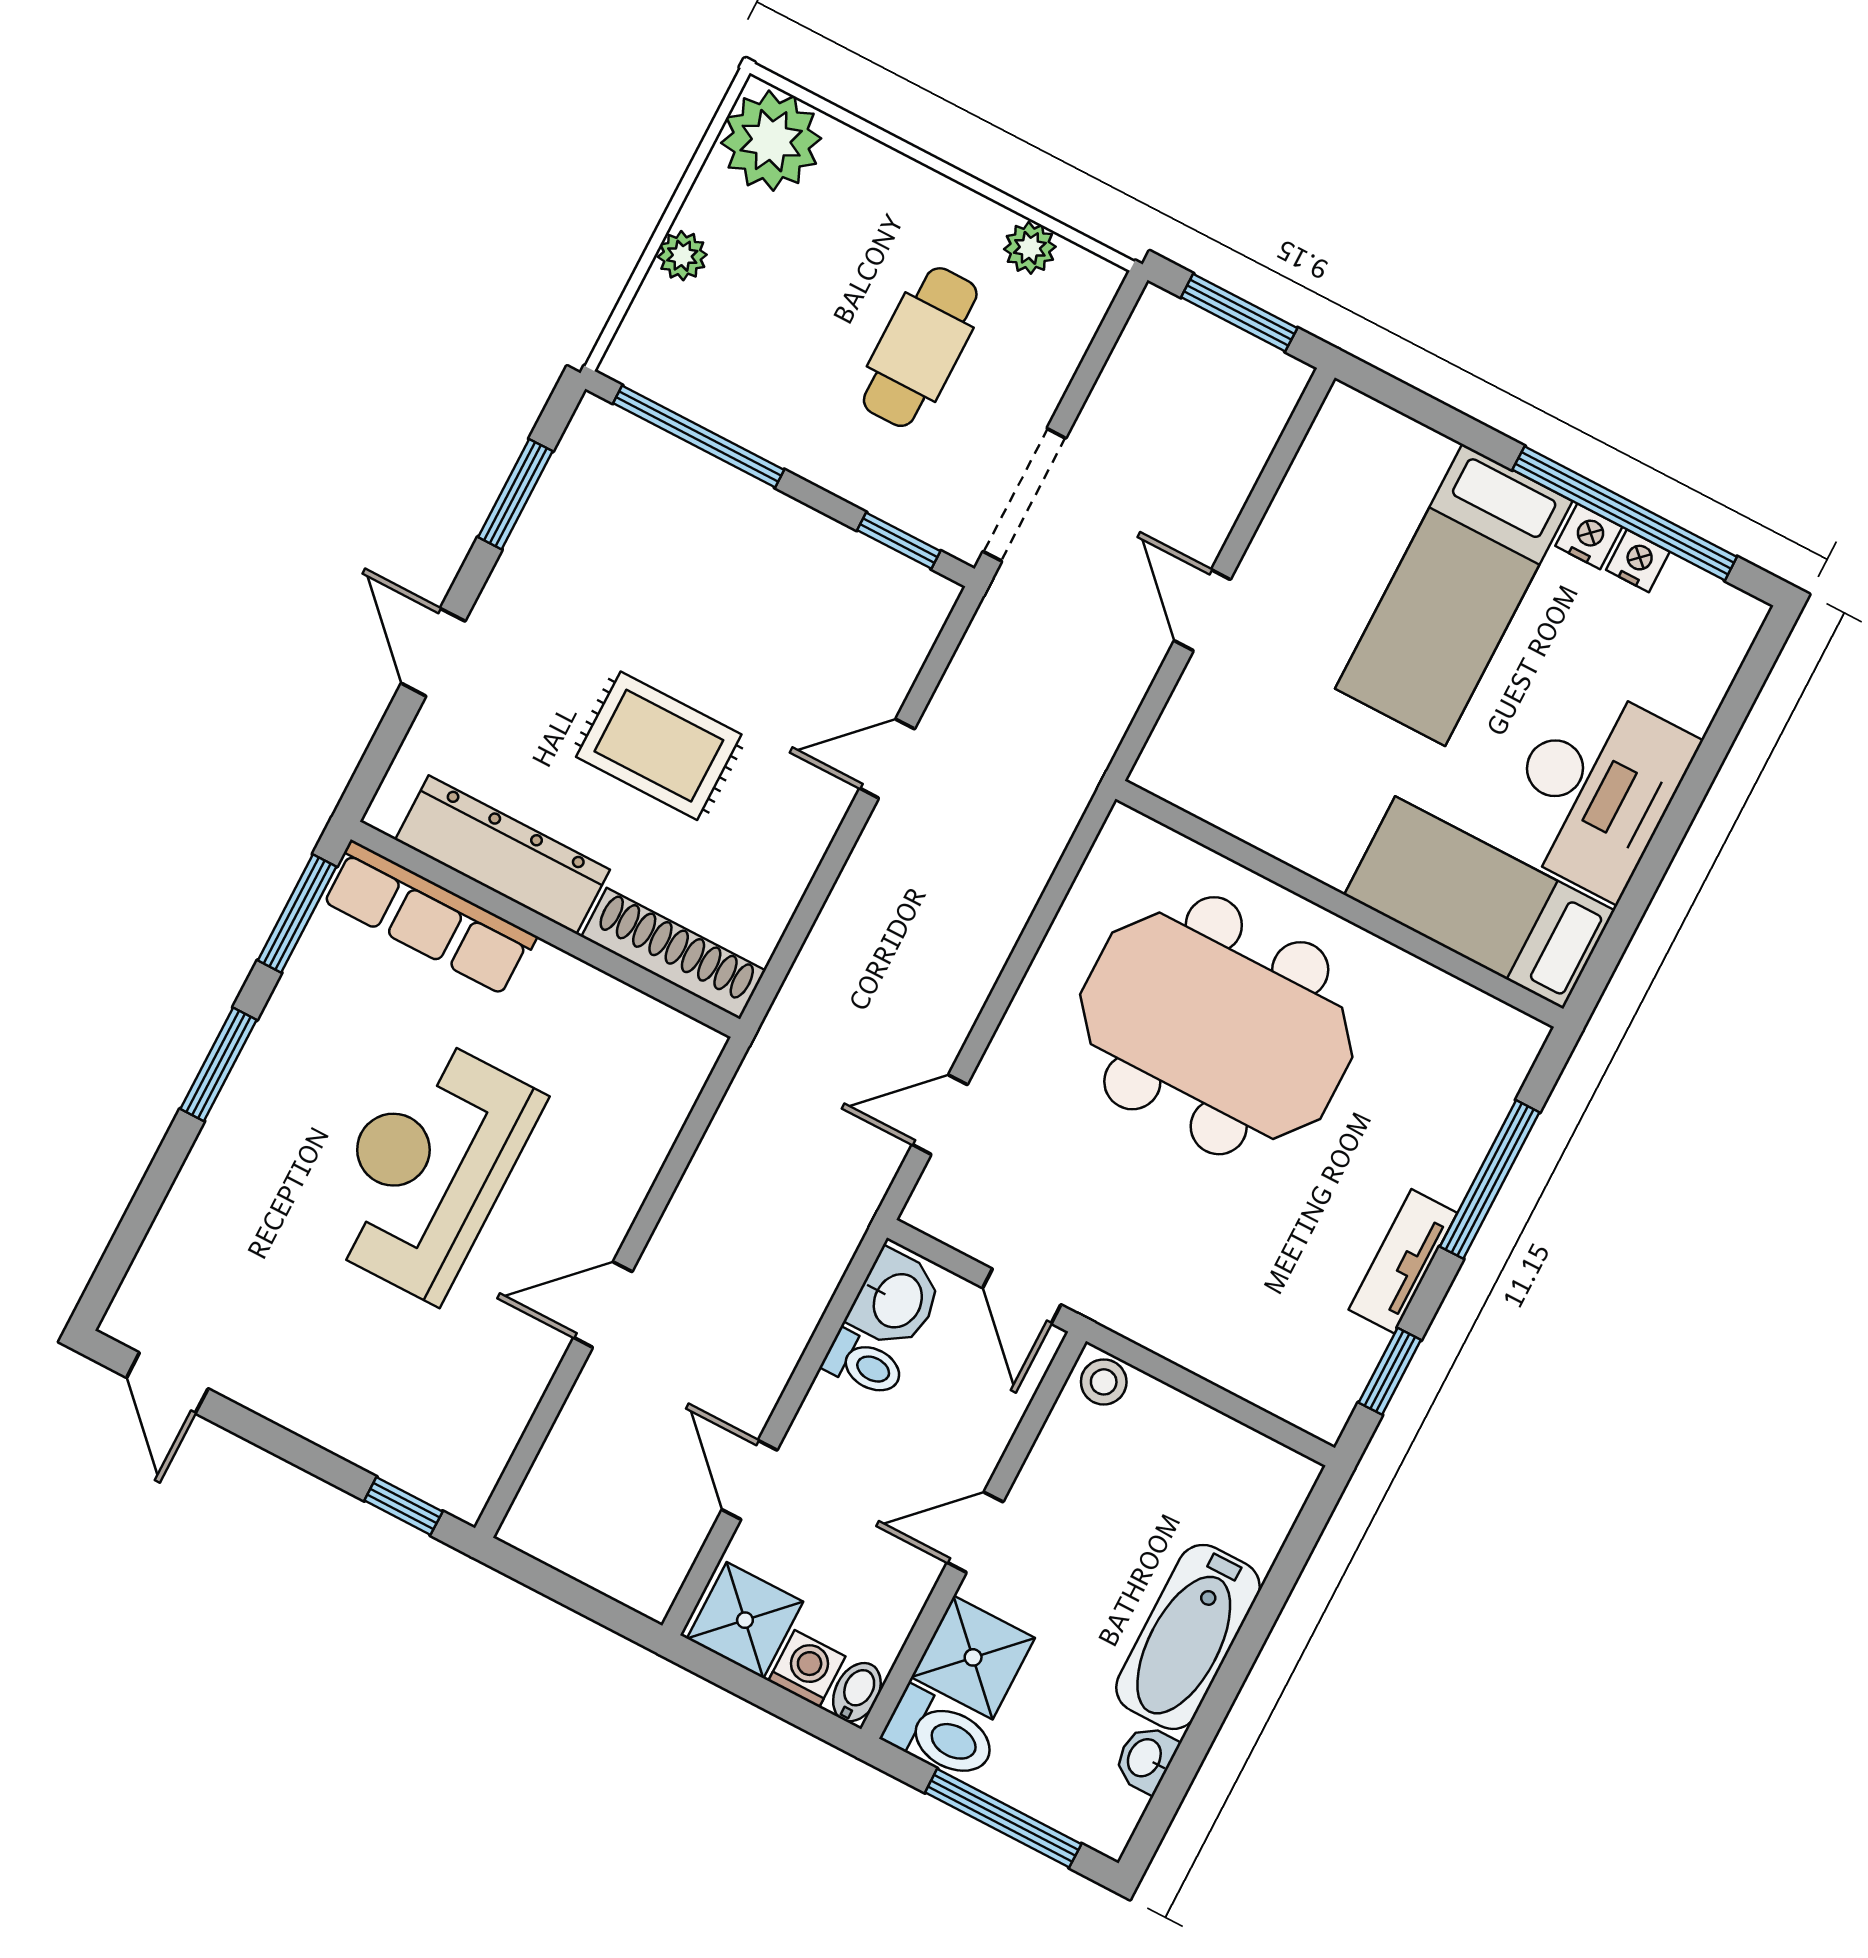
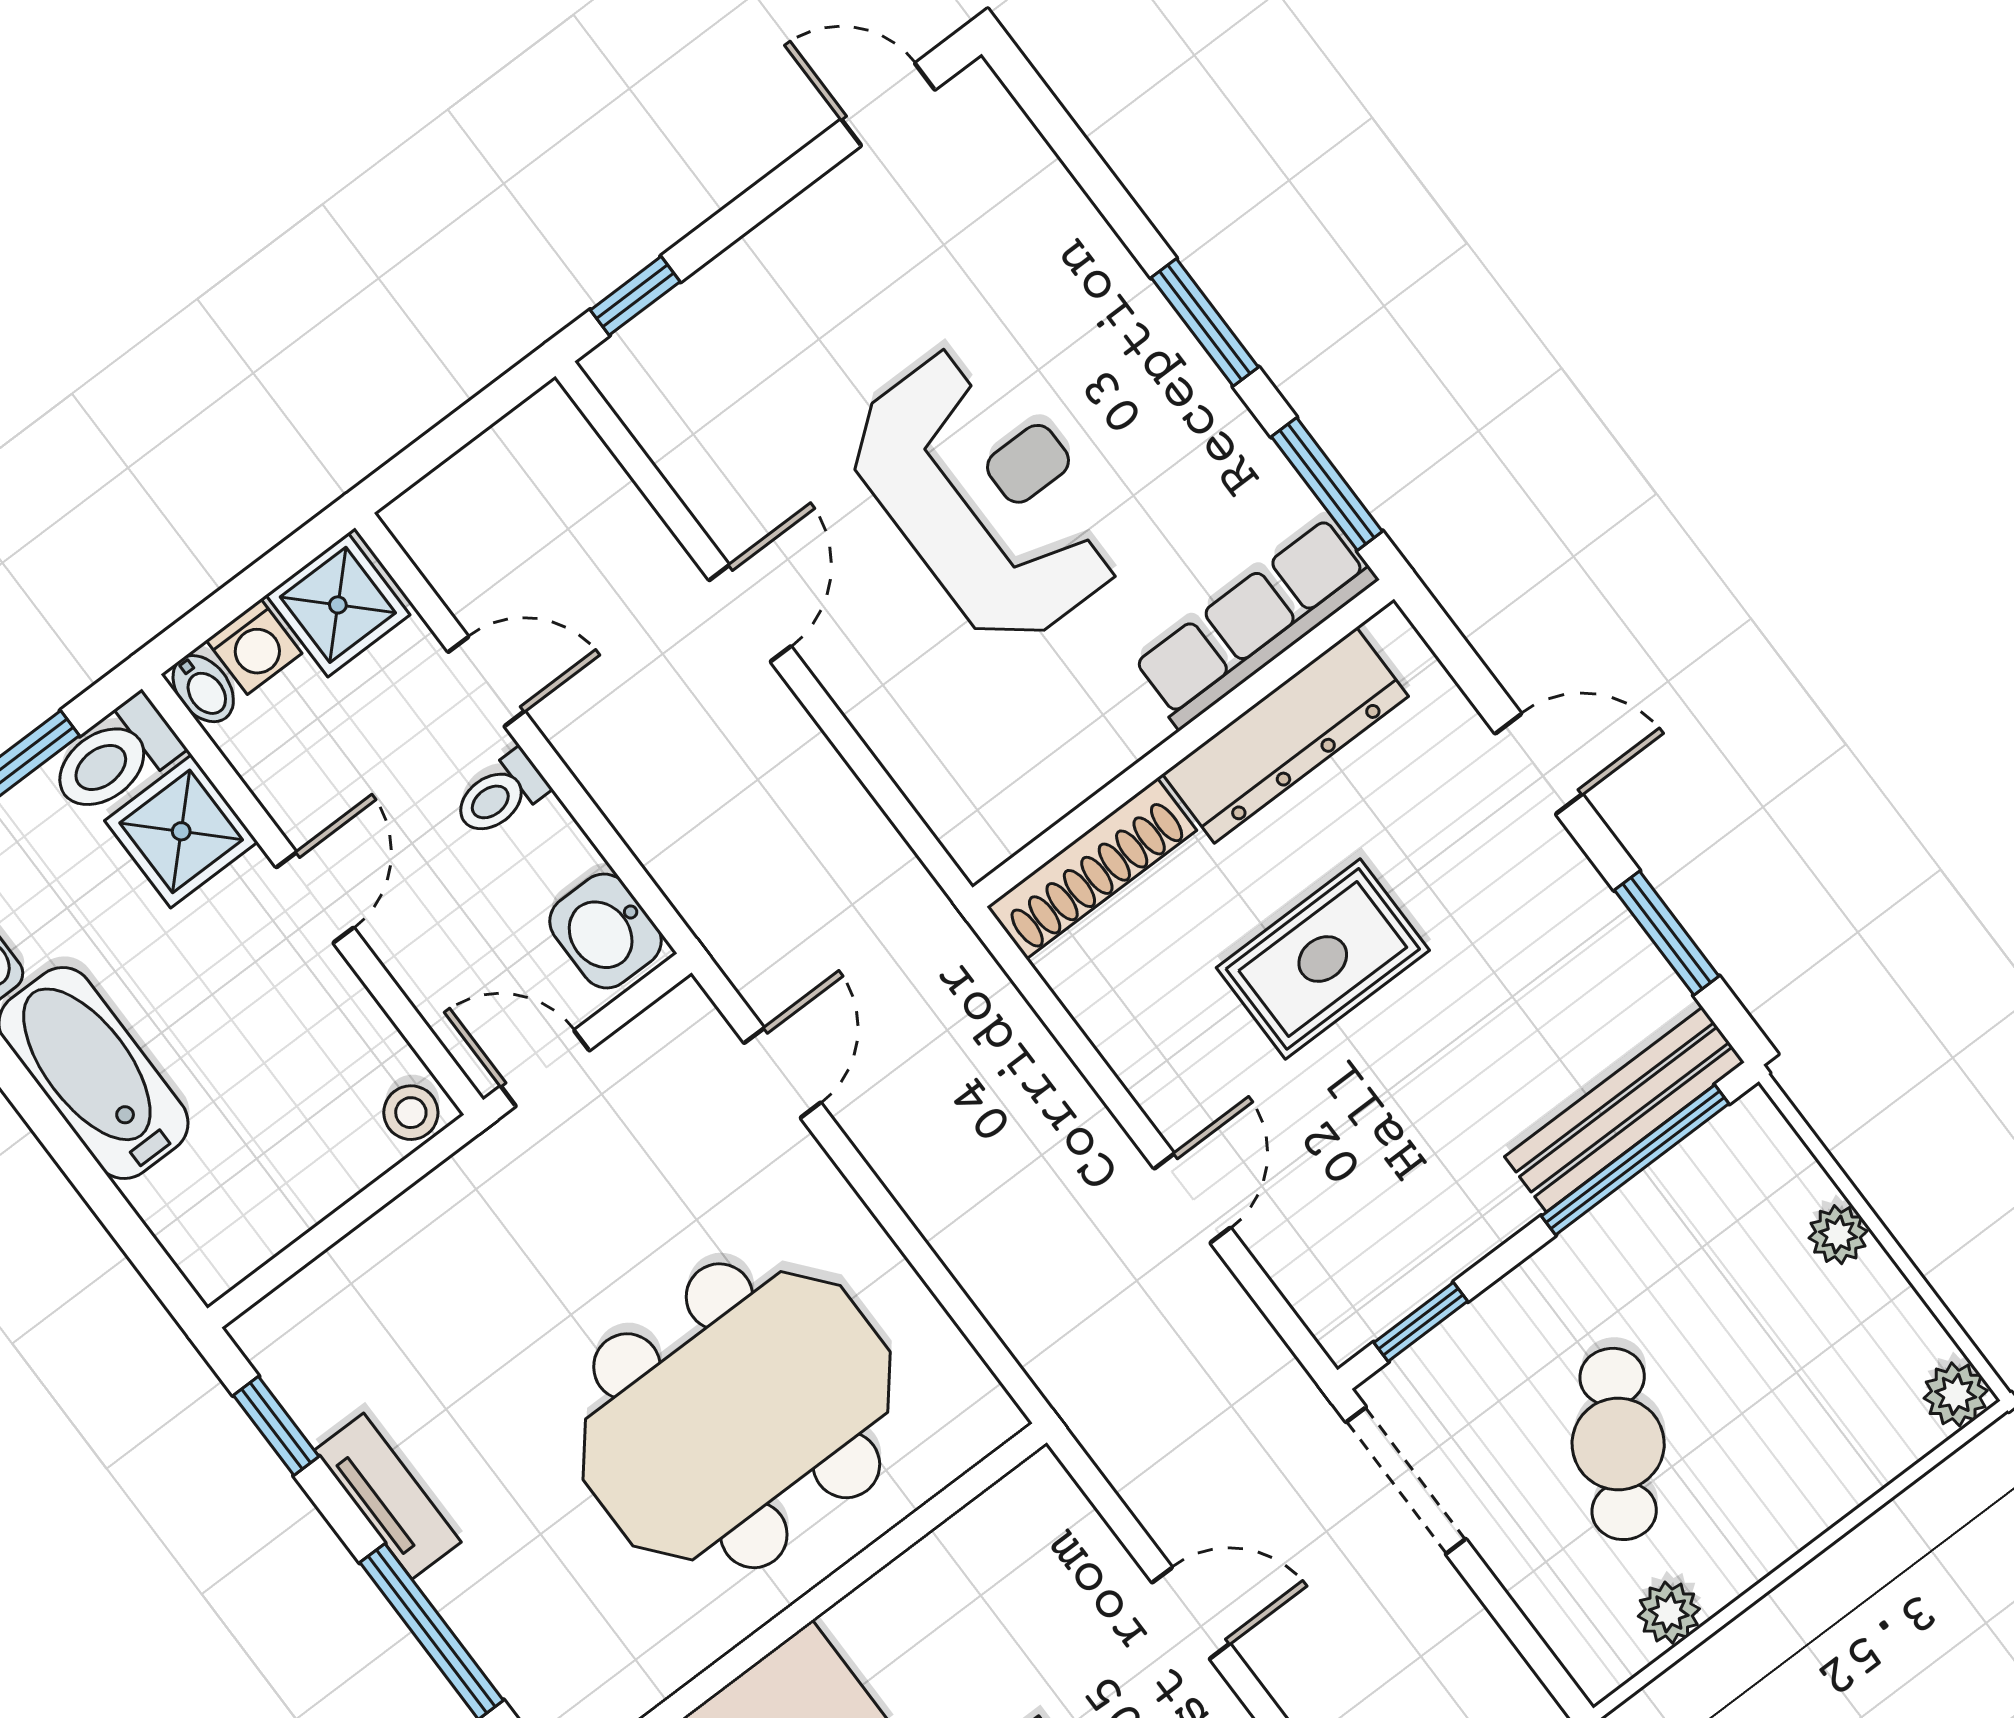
plant: (771, 141) -> (1956, 1394), width x0.53, depth x0.53
cafe table: (920, 347) -> (1618, 1444), turned 32
bench: (664, 463) -> (1624, 1109), added
toilet: (864, 1364) -> (500, 794), moved

